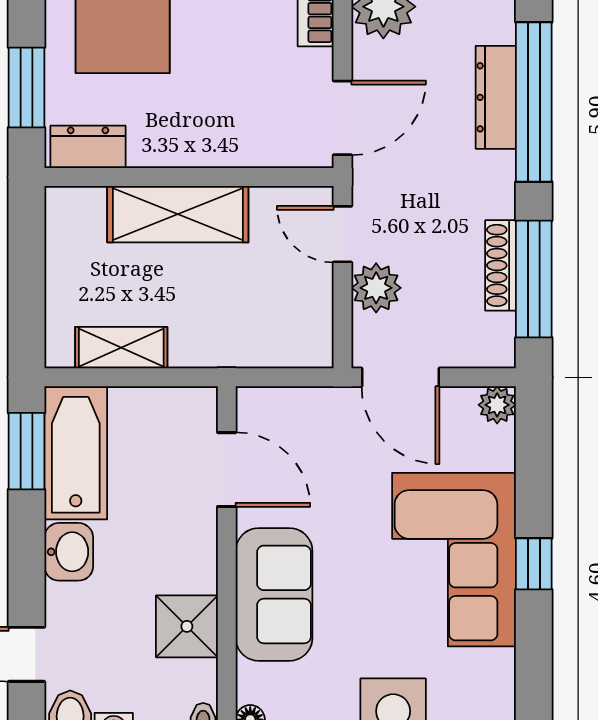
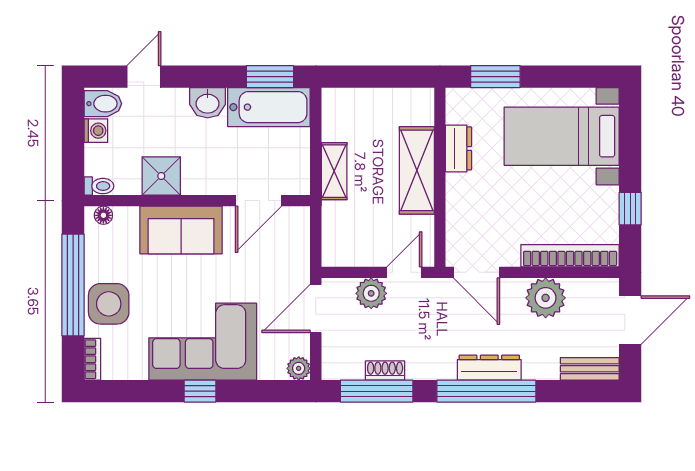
dresser: (88, 147) -> (459, 148), moved
shoe rack: (501, 265) -> (385, 370), width x0.70
shelving: (121, 348) -> (334, 171), moved

